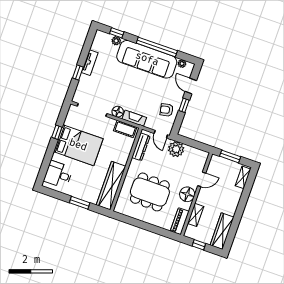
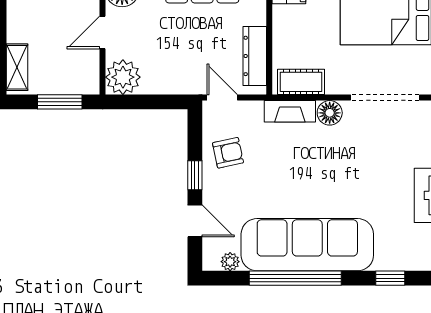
plant: (116, 41) -> (385, 261), removed
plant: (176, 149) -> (123, 77), moved

